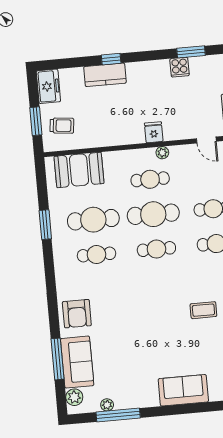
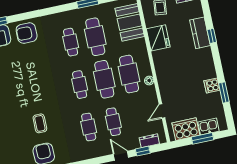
fridge: (154, 132) -> (158, 38), moved, width x1.88, depth x1.34
cafe table: (150, 179) -> (129, 74), width x1.37, depth x1.35

